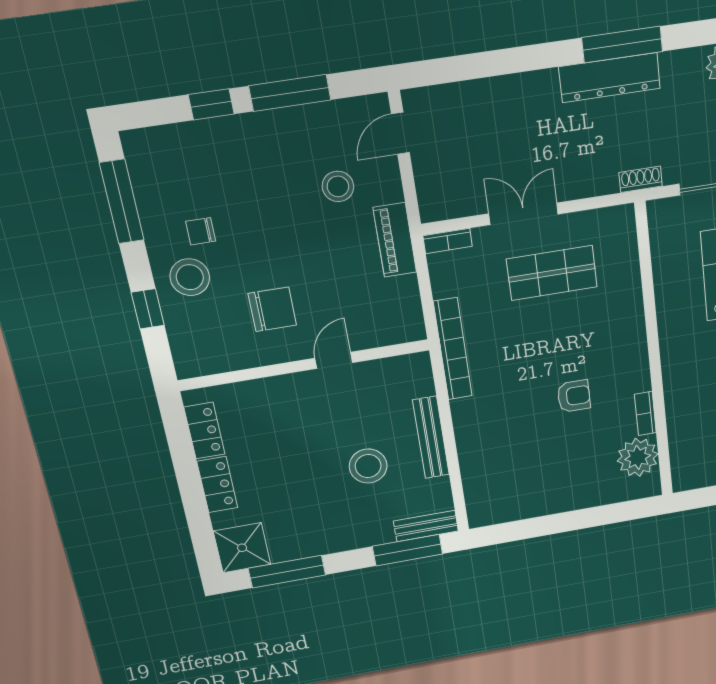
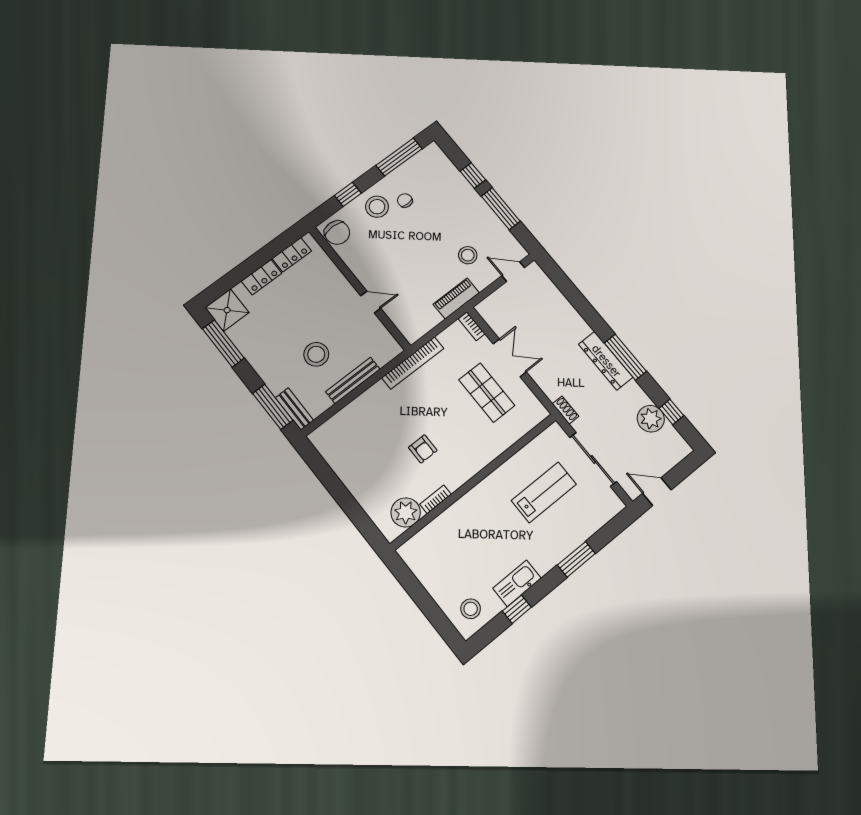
chair: (272, 309) -> (337, 233), moved

